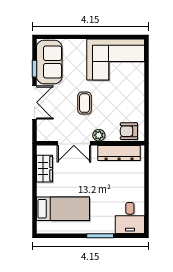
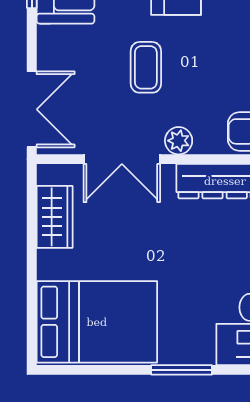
double door: (34, 102) -> (32, 109), moved
bed: (63, 209) -> (97, 322), width x1.50

